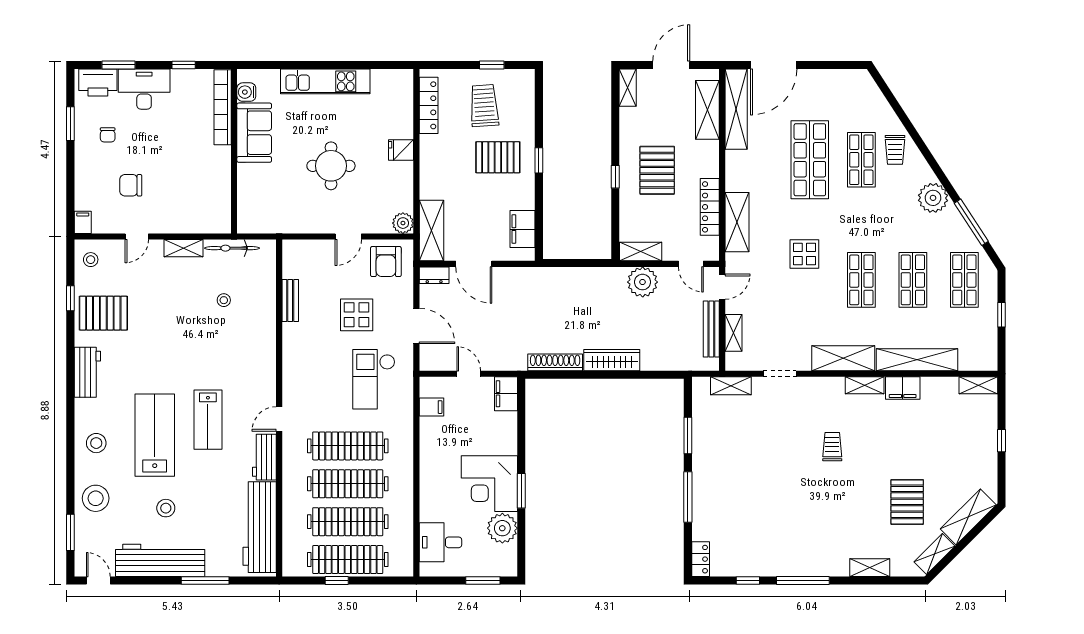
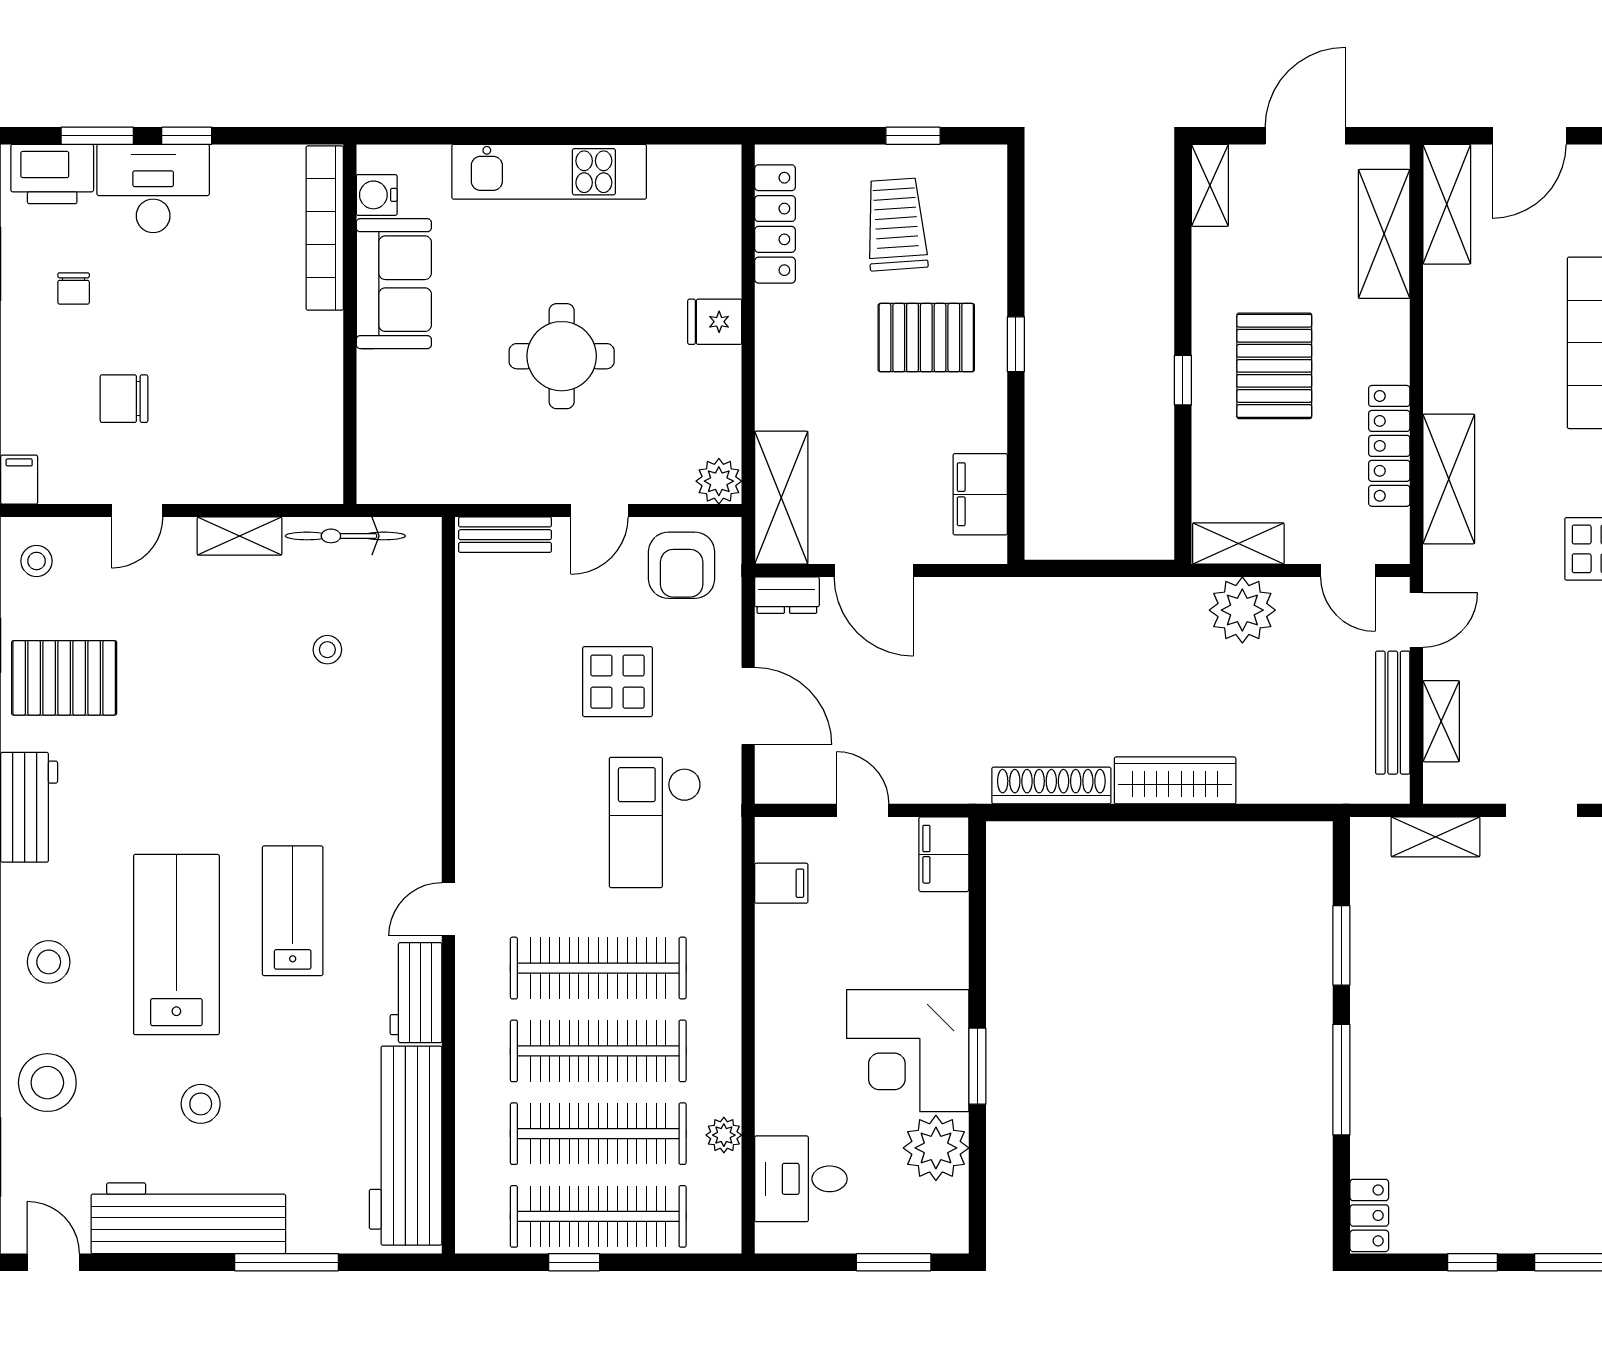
window: (184, 65) -> (187, 136), moved
door: (774, 65) -> (1529, 136), width x0.73
shelving: (736, 109) -> (1447, 204), width x0.68
bench: (290, 301) -> (505, 535), moved, turned 90
lab bench: (208, 420) -> (293, 911), turned 180
plant: (405, 522) -> (724, 1135), added

